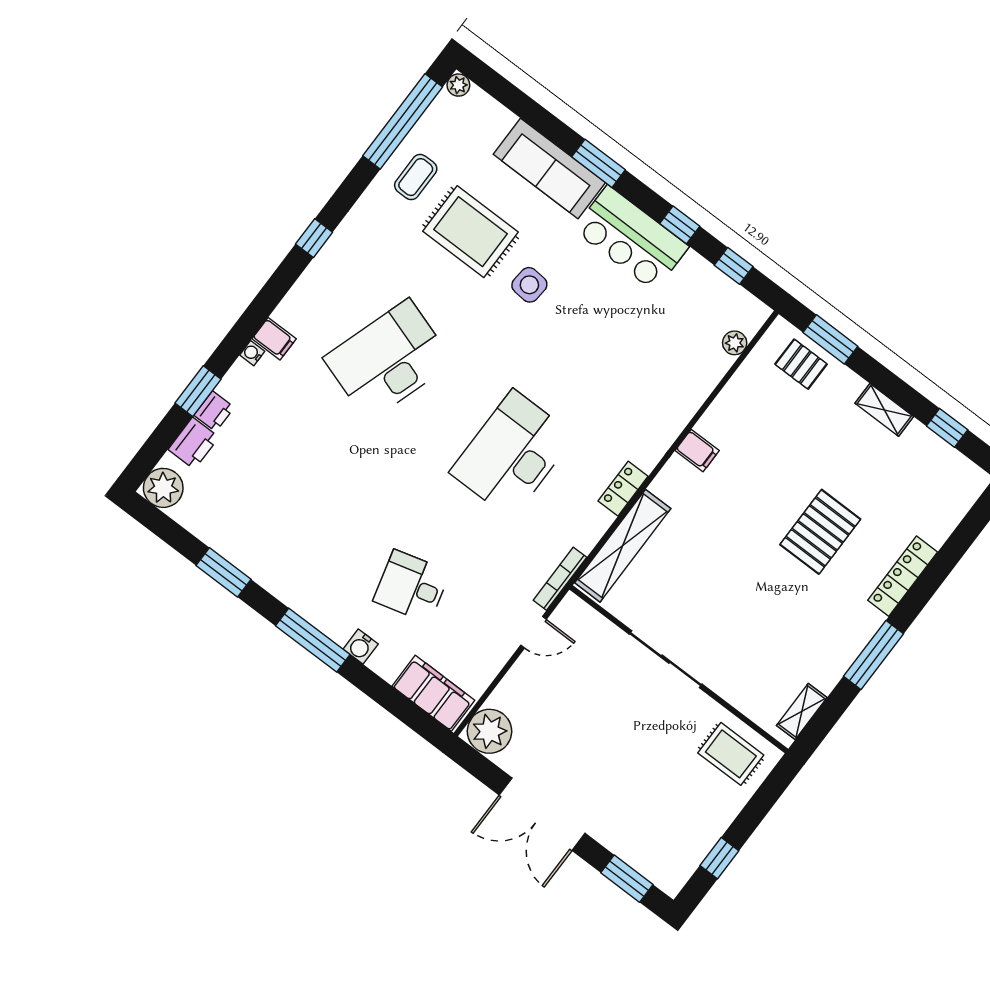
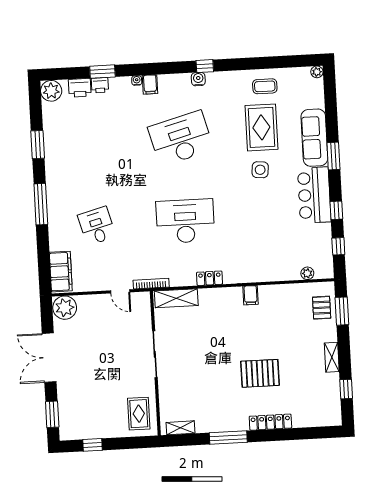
window: (403, 121) -> (283, 62), removed
desk: (388, 360) -> (181, 138), turned -33
shelving: (623, 546) -> (176, 298), width x0.68
water cooler: (361, 647) -> (198, 79), moved, turned 90

